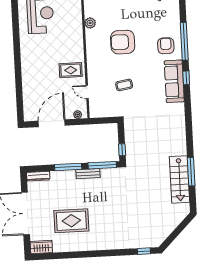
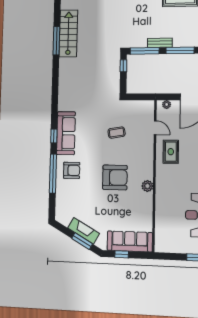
plant: (90, 23) -> (147, 186), moved
armchair: (166, 46) -> (72, 170), turned -90
rug: (71, 70) -> (171, 152), turned 90

